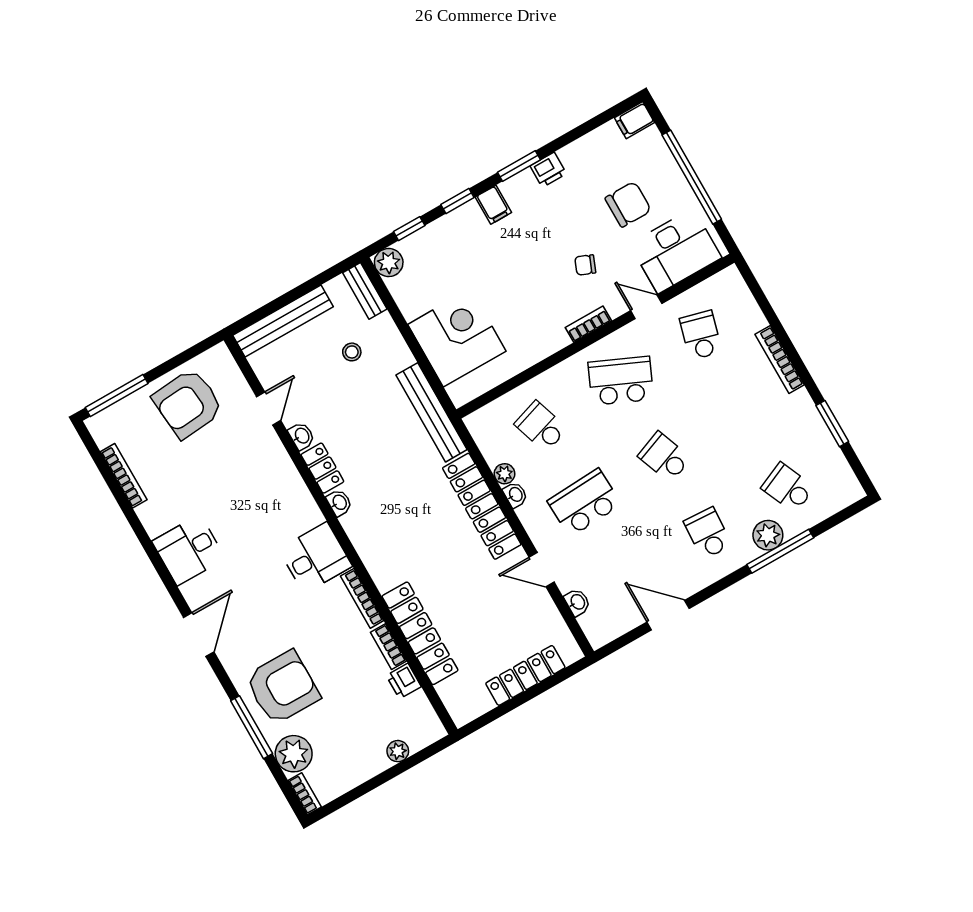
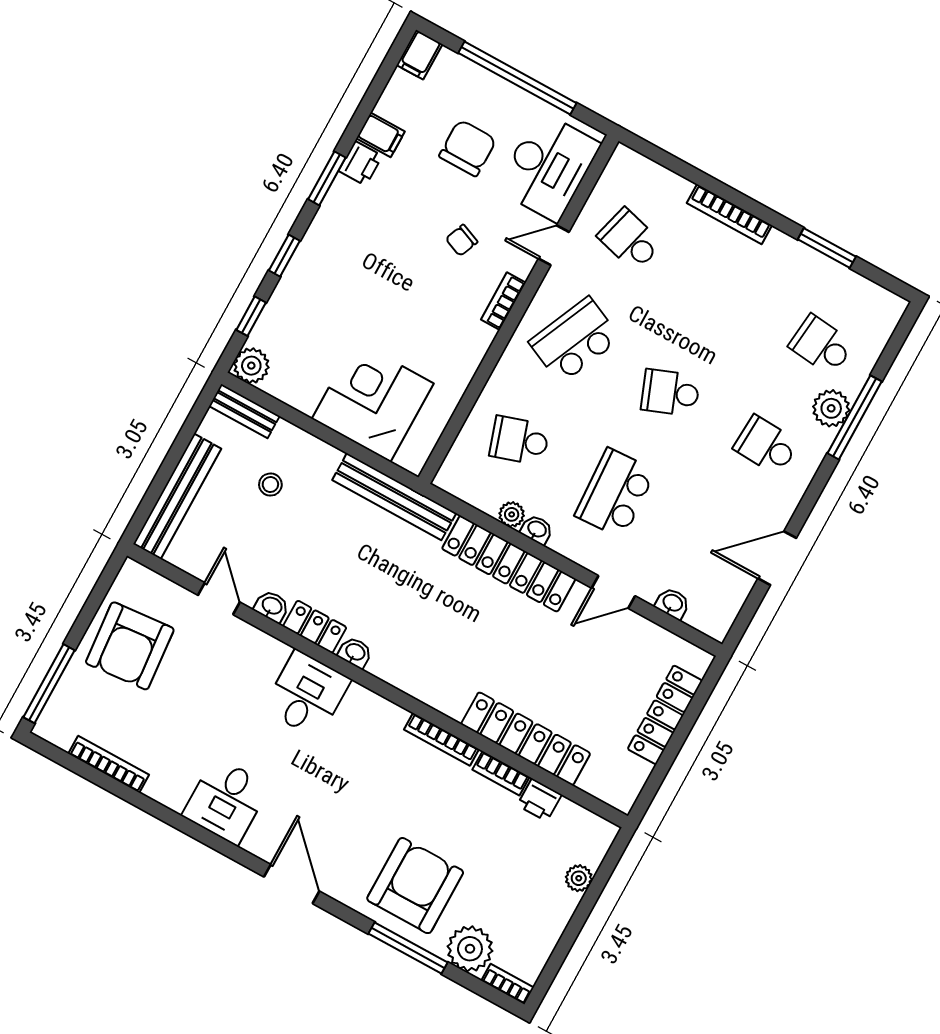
filing cabinet: (493, 205) -> (381, 135), moved
school desk: (788, 488) -> (821, 345), turned 30
desk: (315, 558) -> (307, 694), moved

